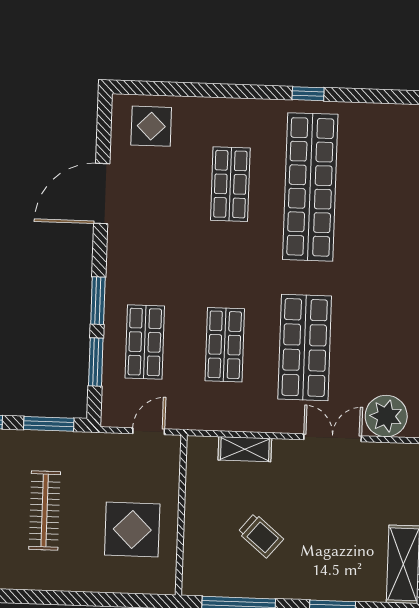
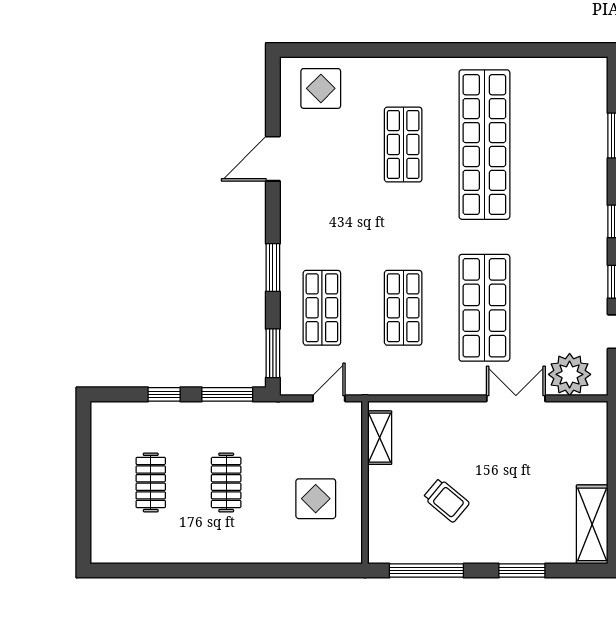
window: (308, 94) -> (479, 50), removed
door: (102, 194) -> (273, 159), width x0.73
window: (96, 362) -> (273, 353), moved
shelving: (245, 449) -> (380, 438), moved, turned 90
clothes rail: (45, 510) -> (226, 482), width x0.73
display table: (132, 530) -> (316, 499), width x0.73, depth x0.73

